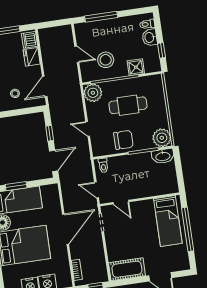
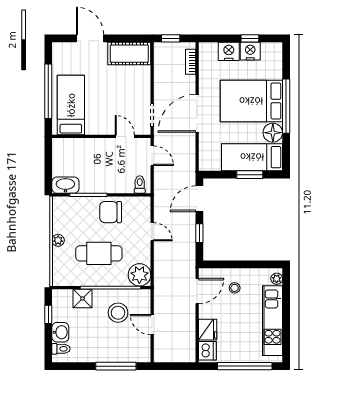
plant: (162, 138) -> (58, 240), moved, width x0.53, depth x0.53

